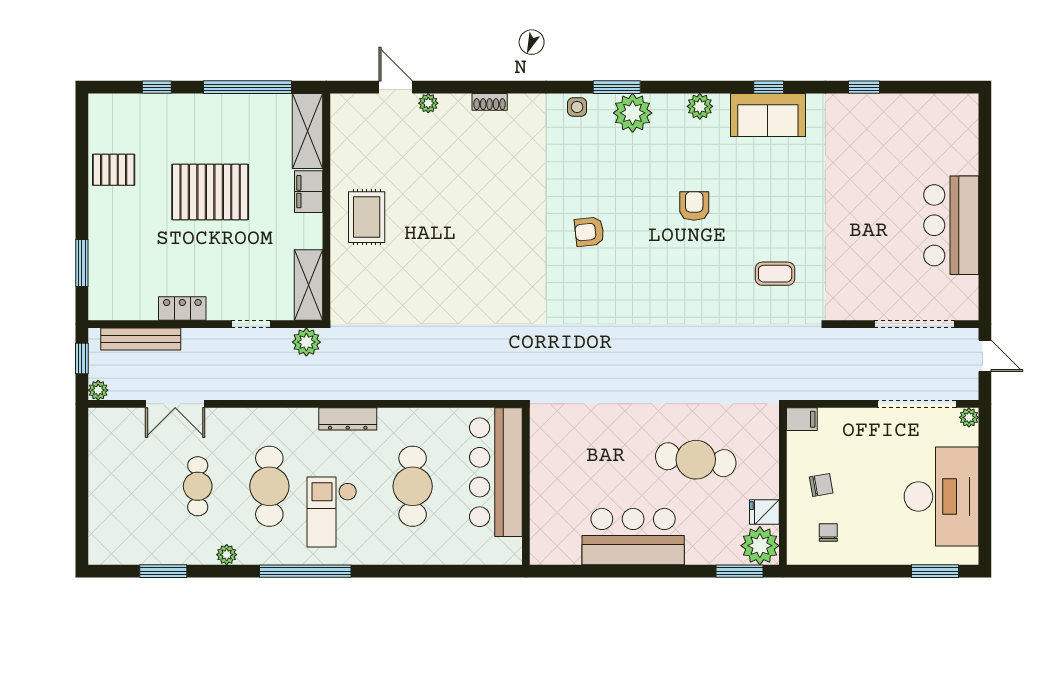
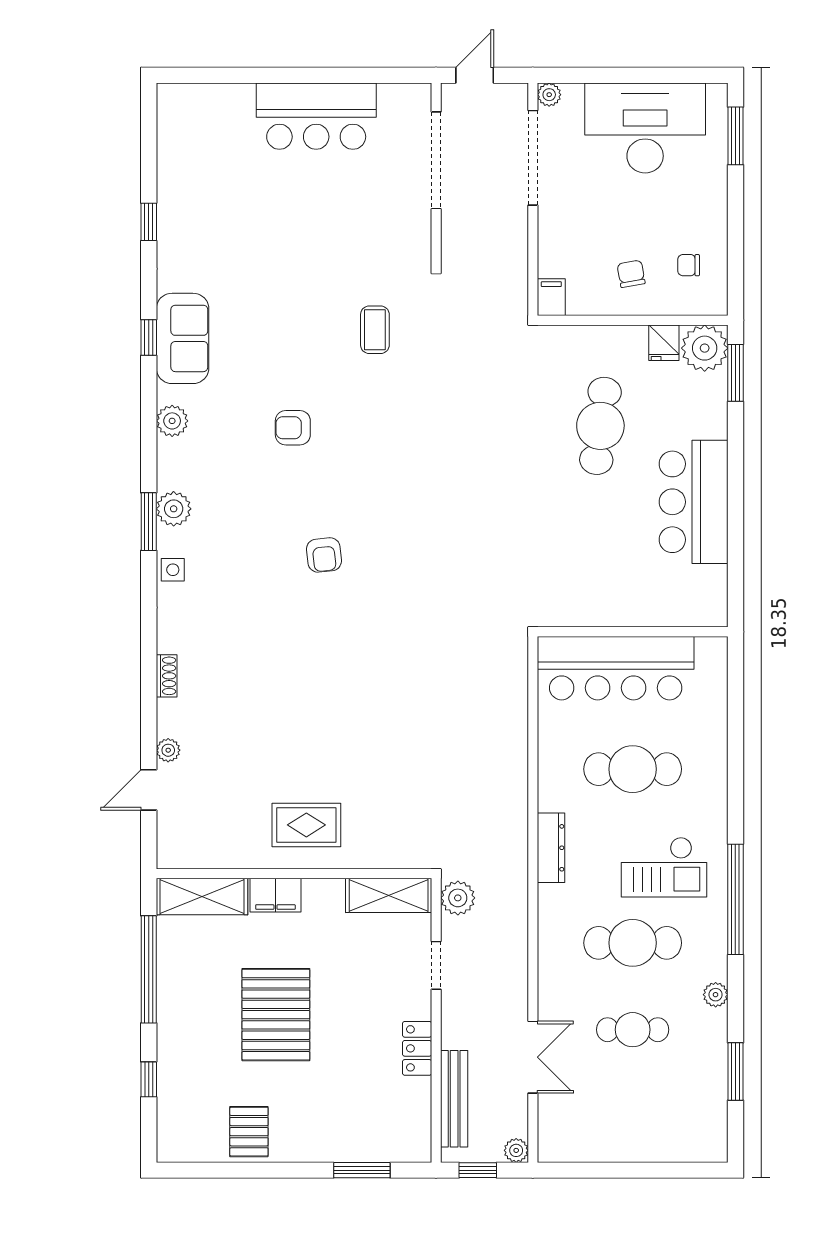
plant: (633, 113) -> (174, 509), width x0.73, depth x0.73

